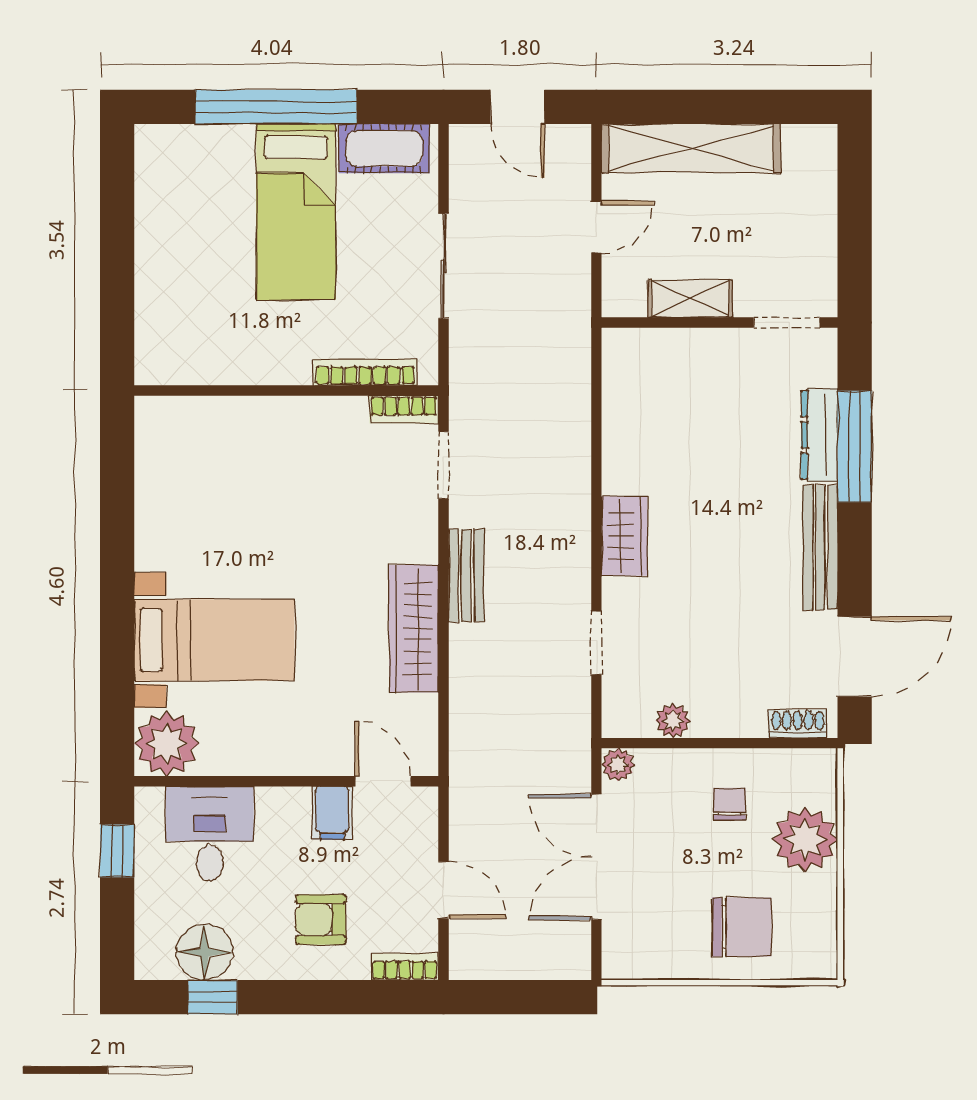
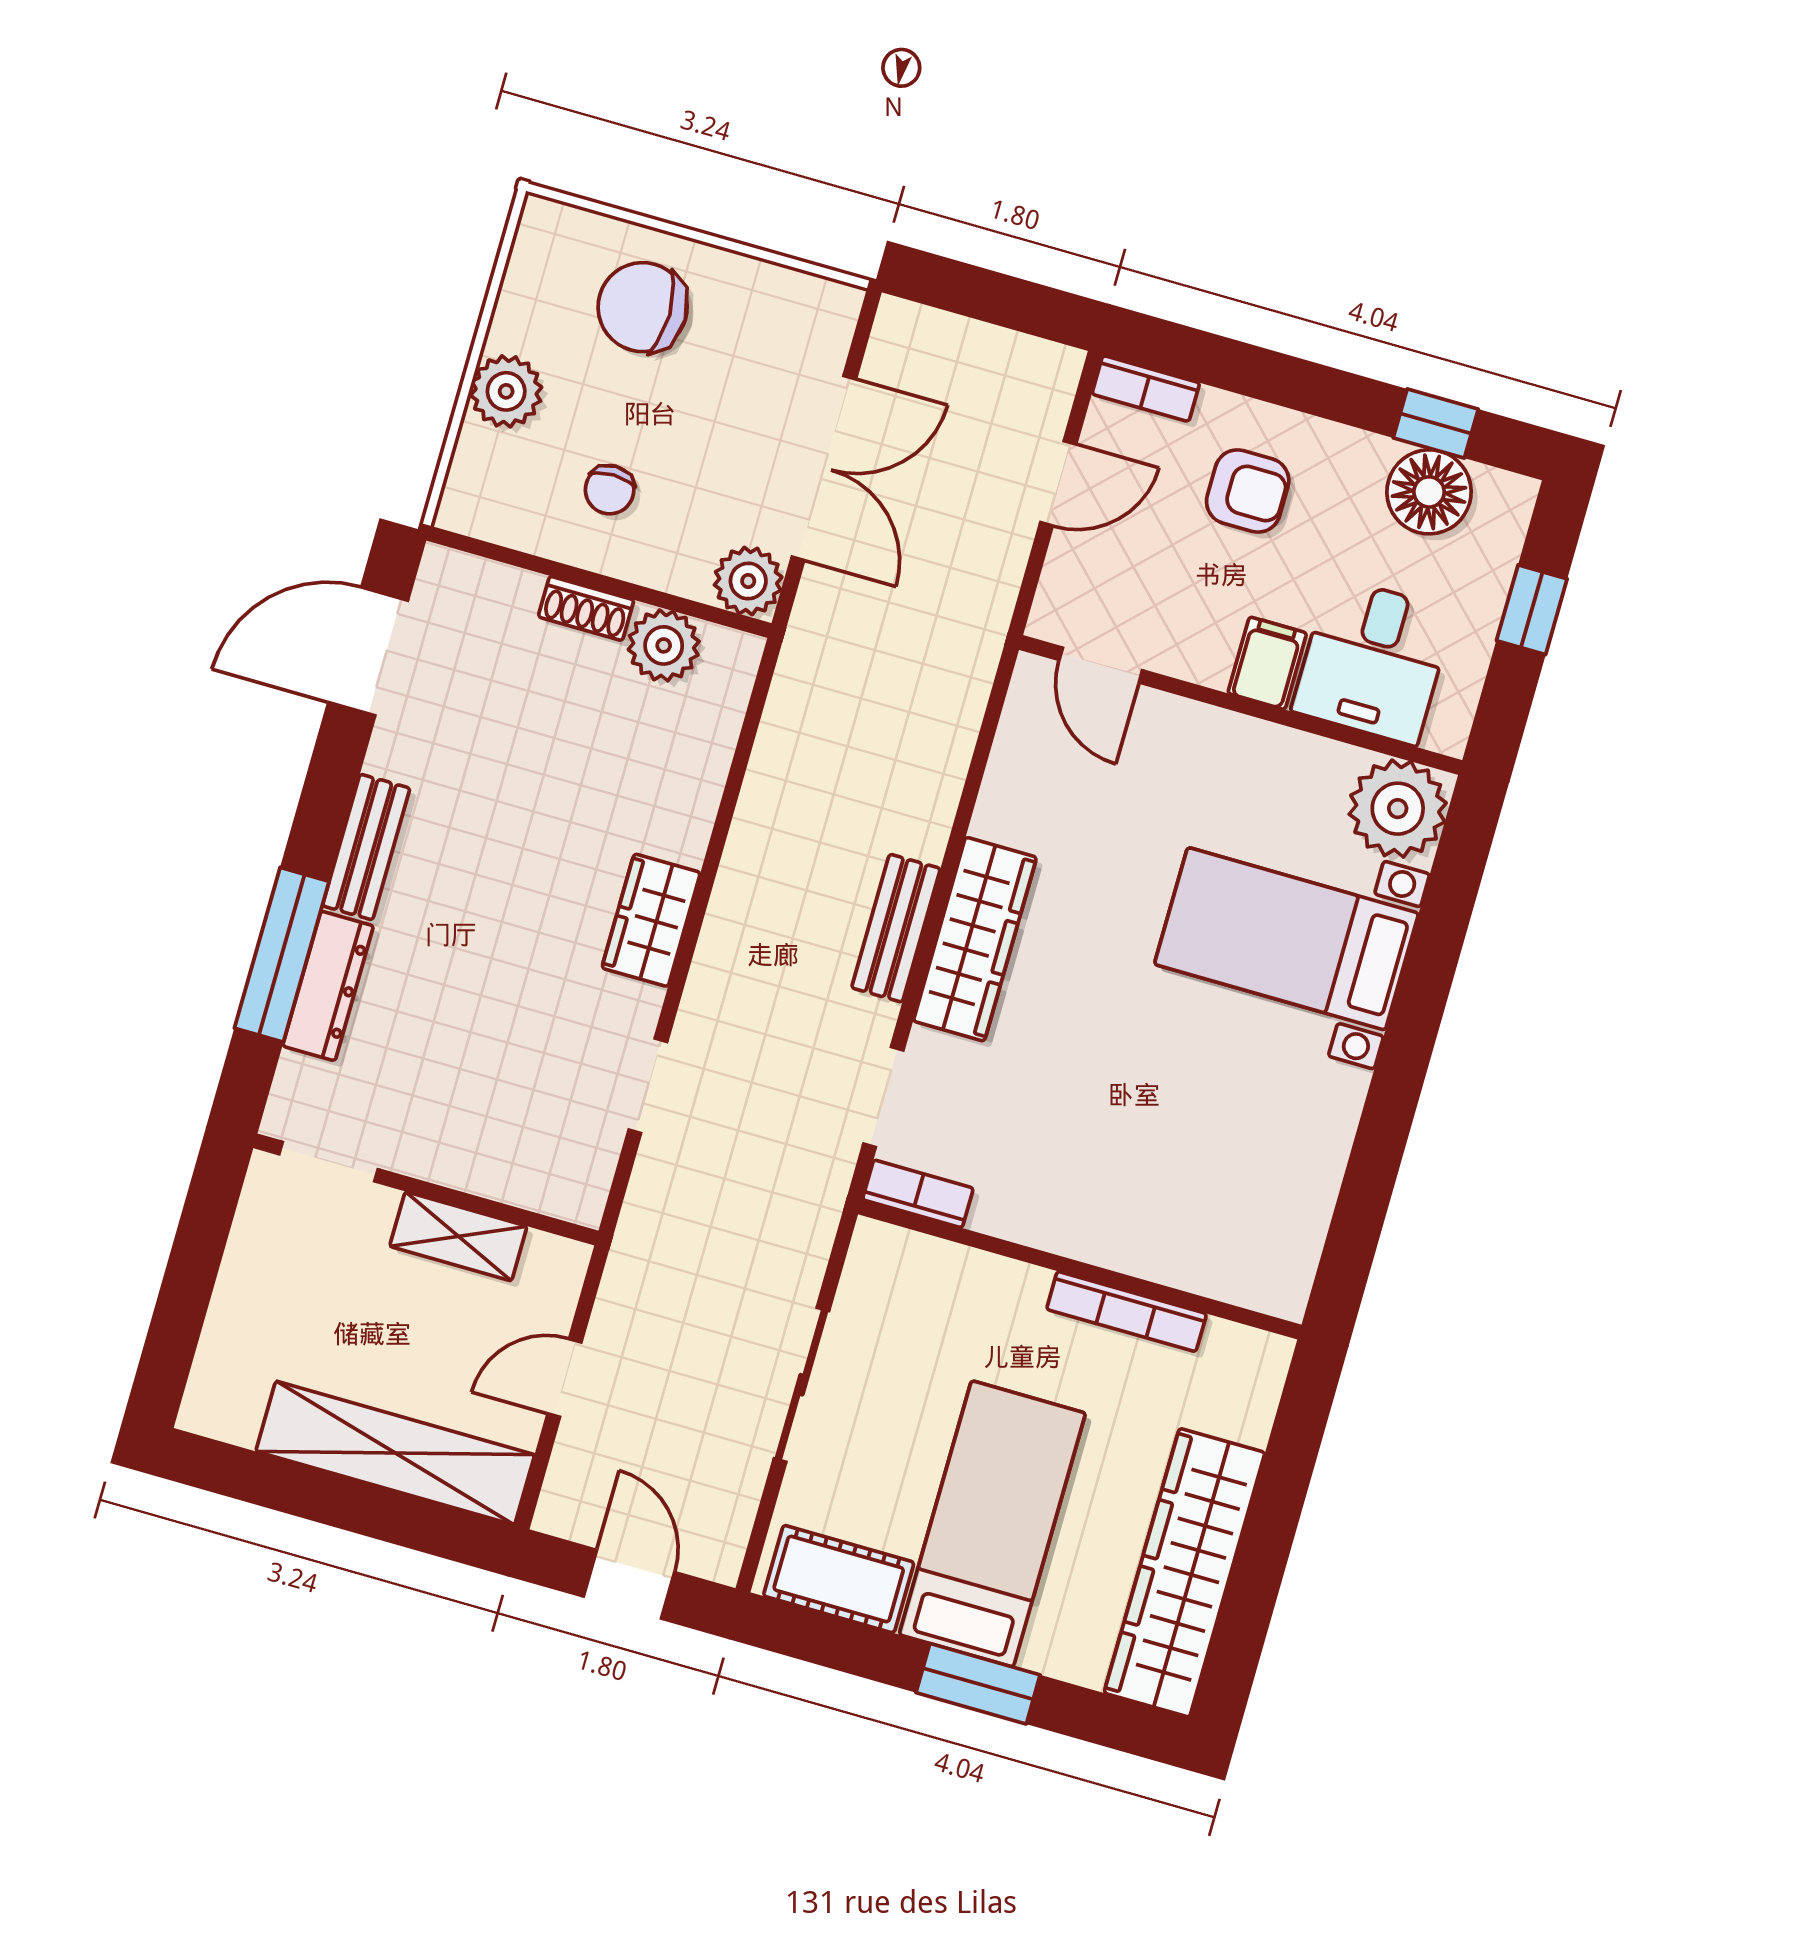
window: (276, 107) -> (978, 1684), width x0.47
wardrobe: (164, 216) -> (1185, 1573), added
bookcase: (365, 372) -> (1127, 1312), moved
bench: (820, 548) -> (366, 847), width x0.73
wardrobe: (414, 629) -> (975, 939), moved
doorway: (596, 643) -> (648, 1086), moved
plant: (673, 721) -> (664, 645), width x1.38, depth x1.38
shoe rack: (798, 724) -> (586, 608), moved
plant: (618, 765) -> (748, 581), width x1.38, depth x1.38
filing cabinet: (332, 813) -> (1267, 663), moved
plant: (805, 839) -> (506, 391), width x0.73, depth x0.73
window: (117, 851) -> (1532, 610), moved
door: (443, 890) -> (1058, 483), swing flipped

